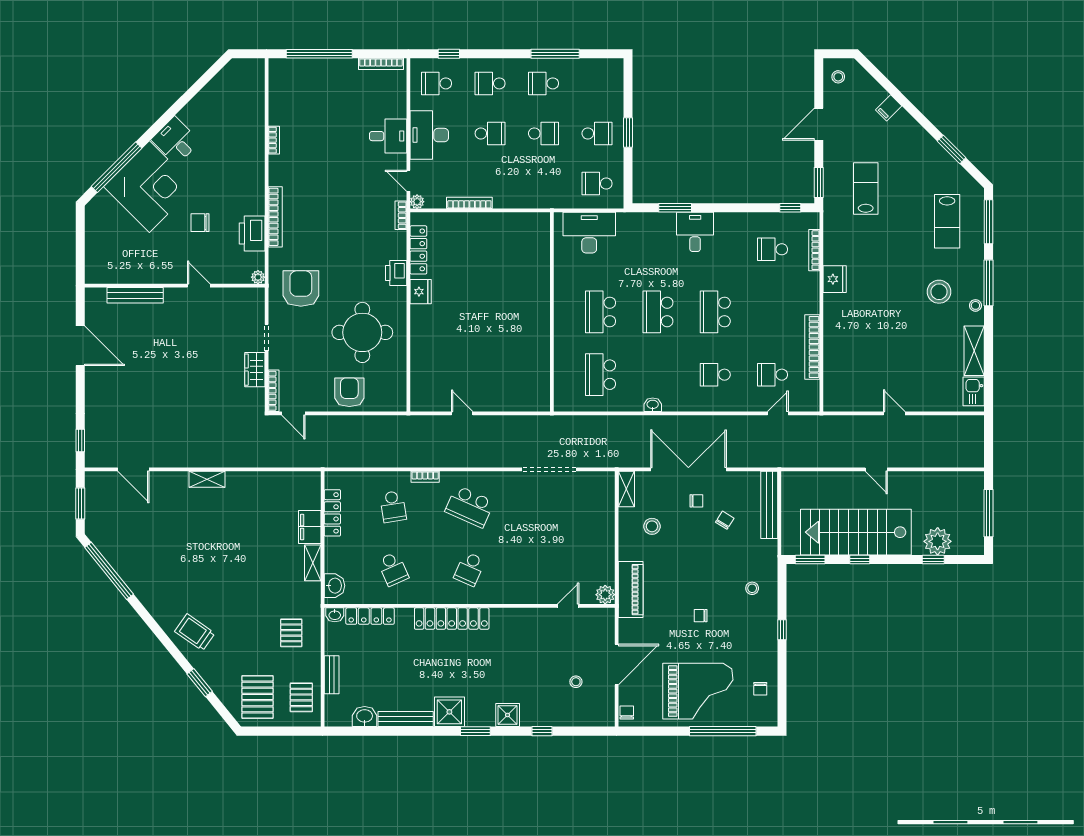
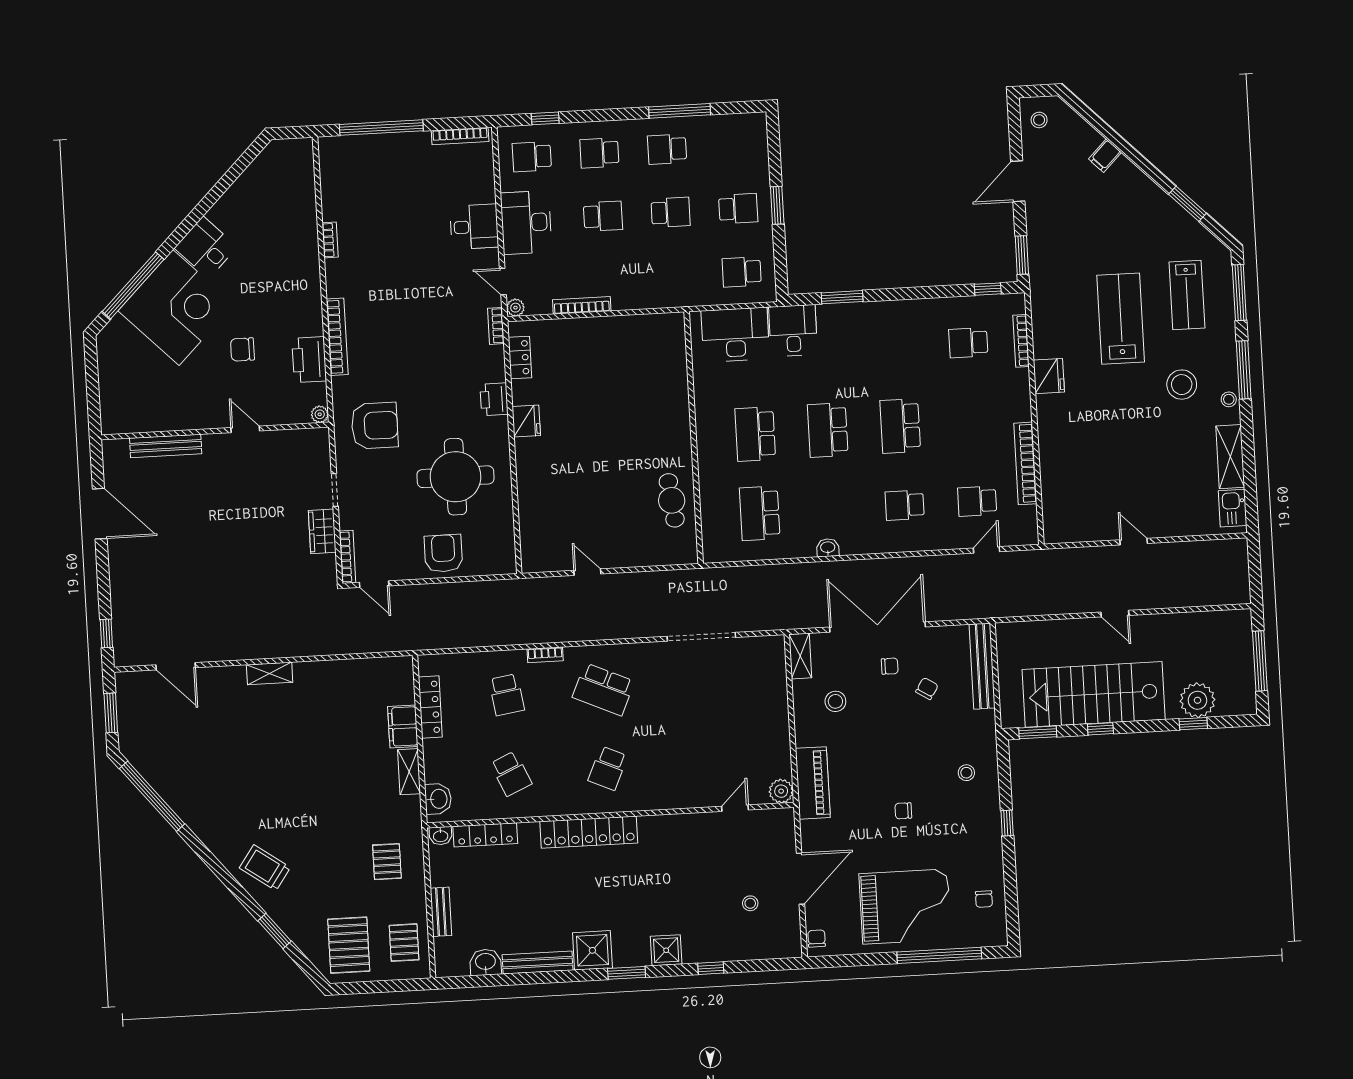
lab bench: (866, 189) -> (1121, 319), moved, width x1.36, depth x1.39
desk: (695, 232) -> (793, 330), moved
locker: (418, 250) -> (520, 357), width x0.66
armchair: (301, 289) -> (375, 426), turned 90
cafe table: (532, 361) -> (672, 500), added

